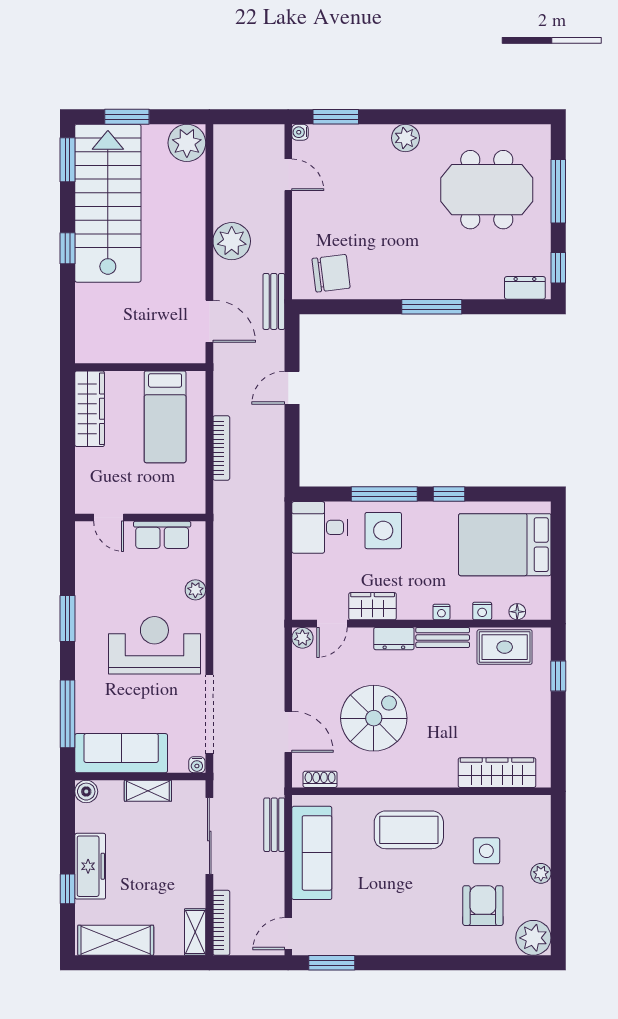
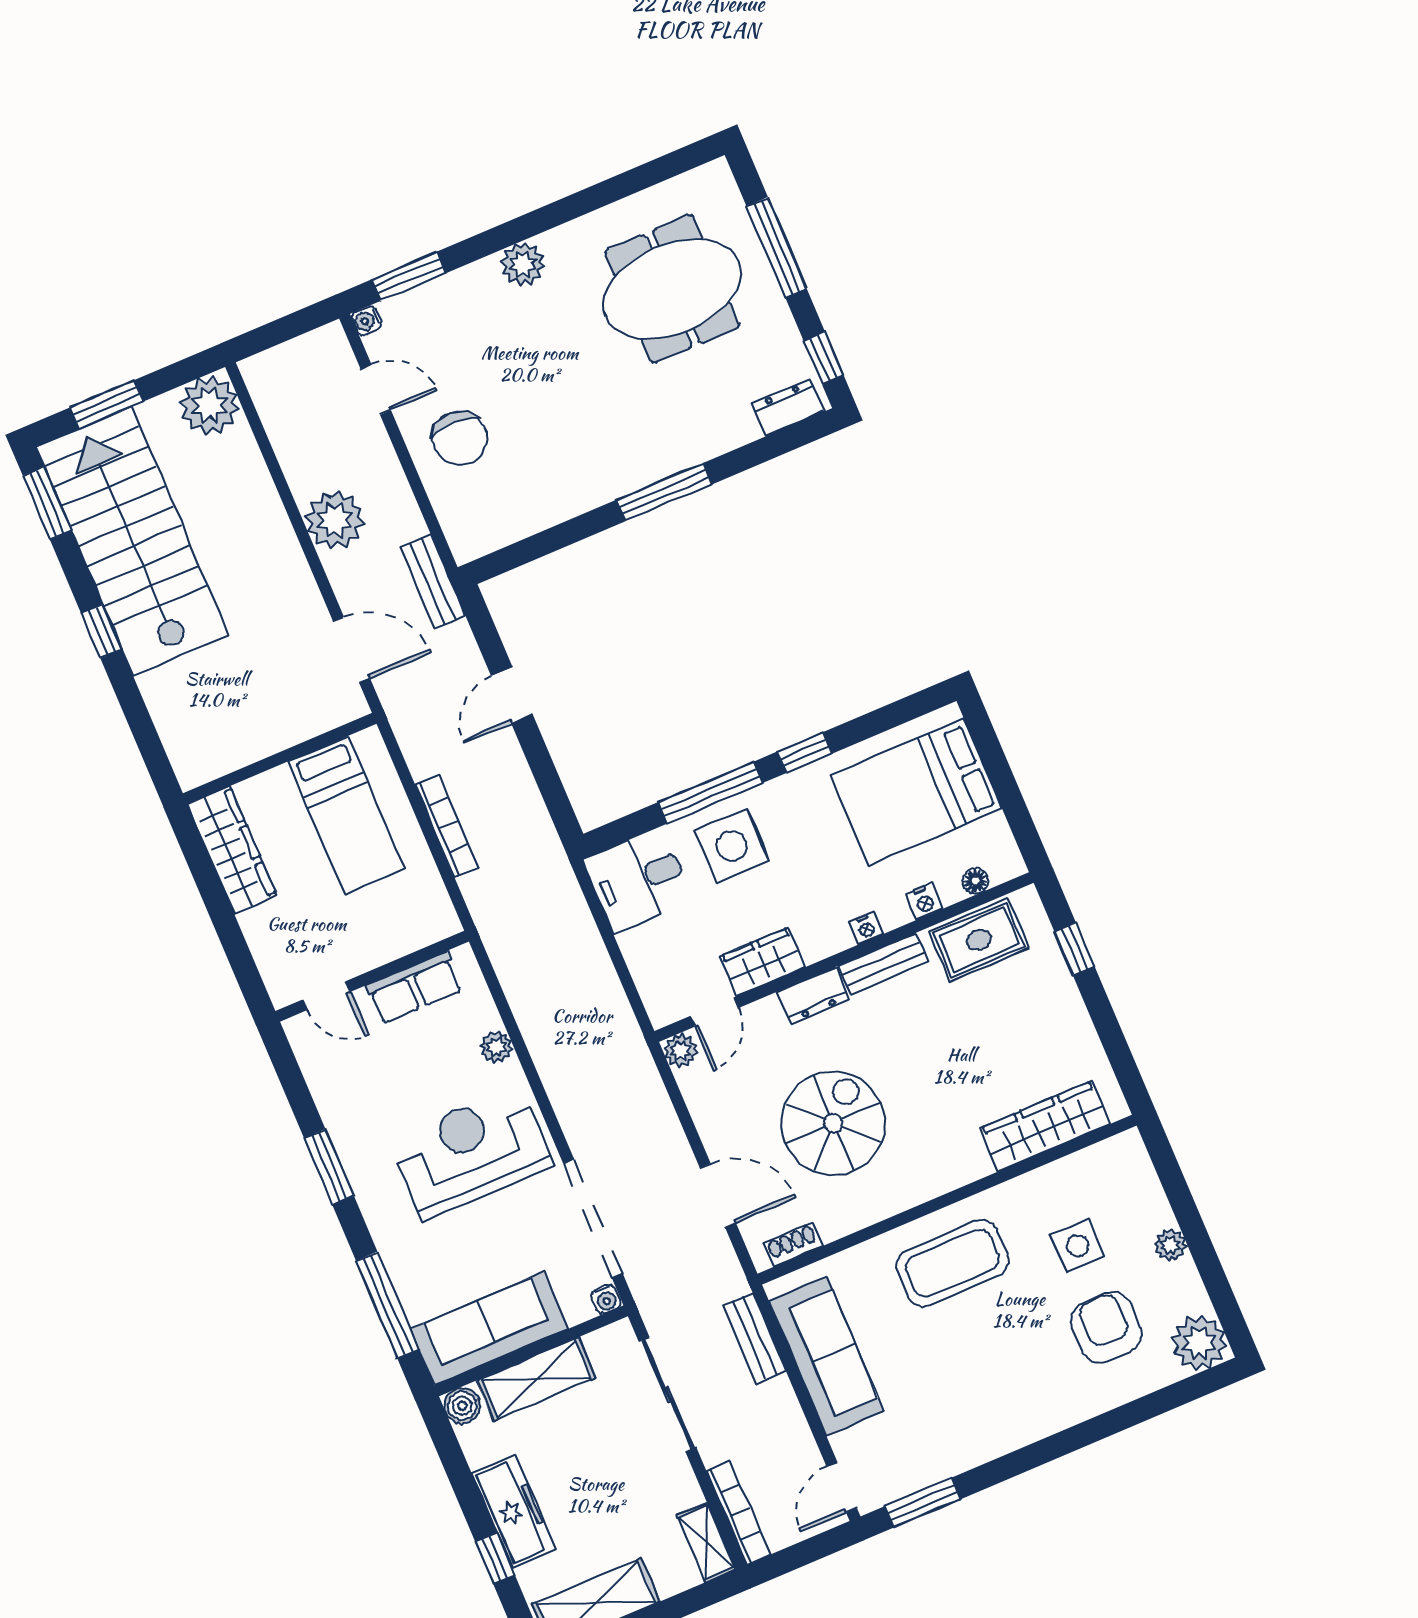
chair: (331, 273) -> (460, 438), moved, turned 97
shelving: (148, 791) -> (536, 1379), width x1.50, depth x1.33

